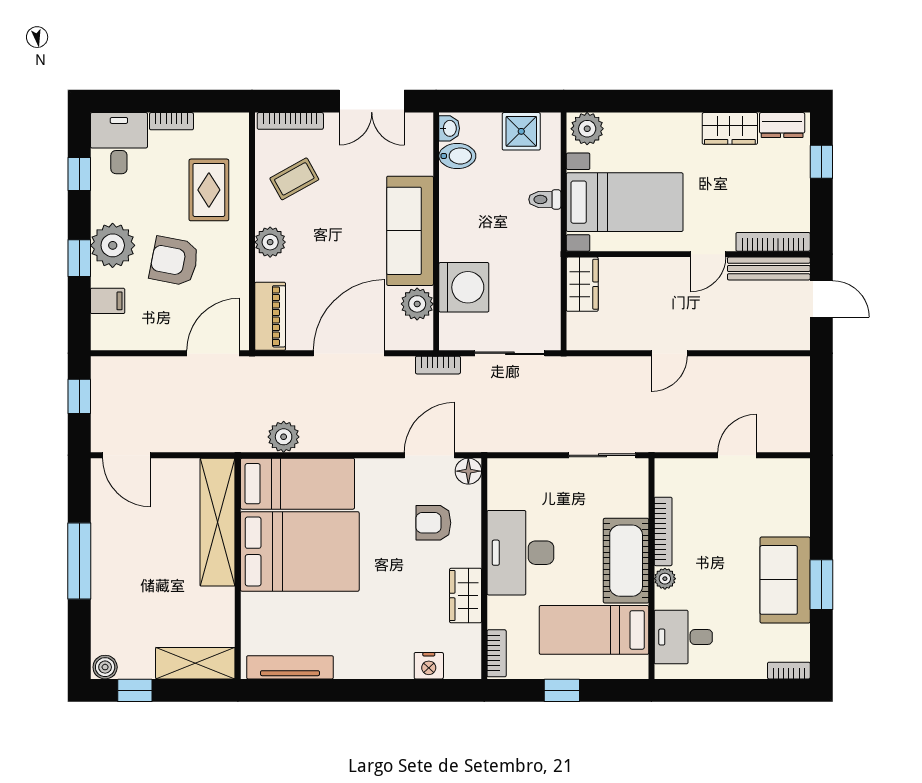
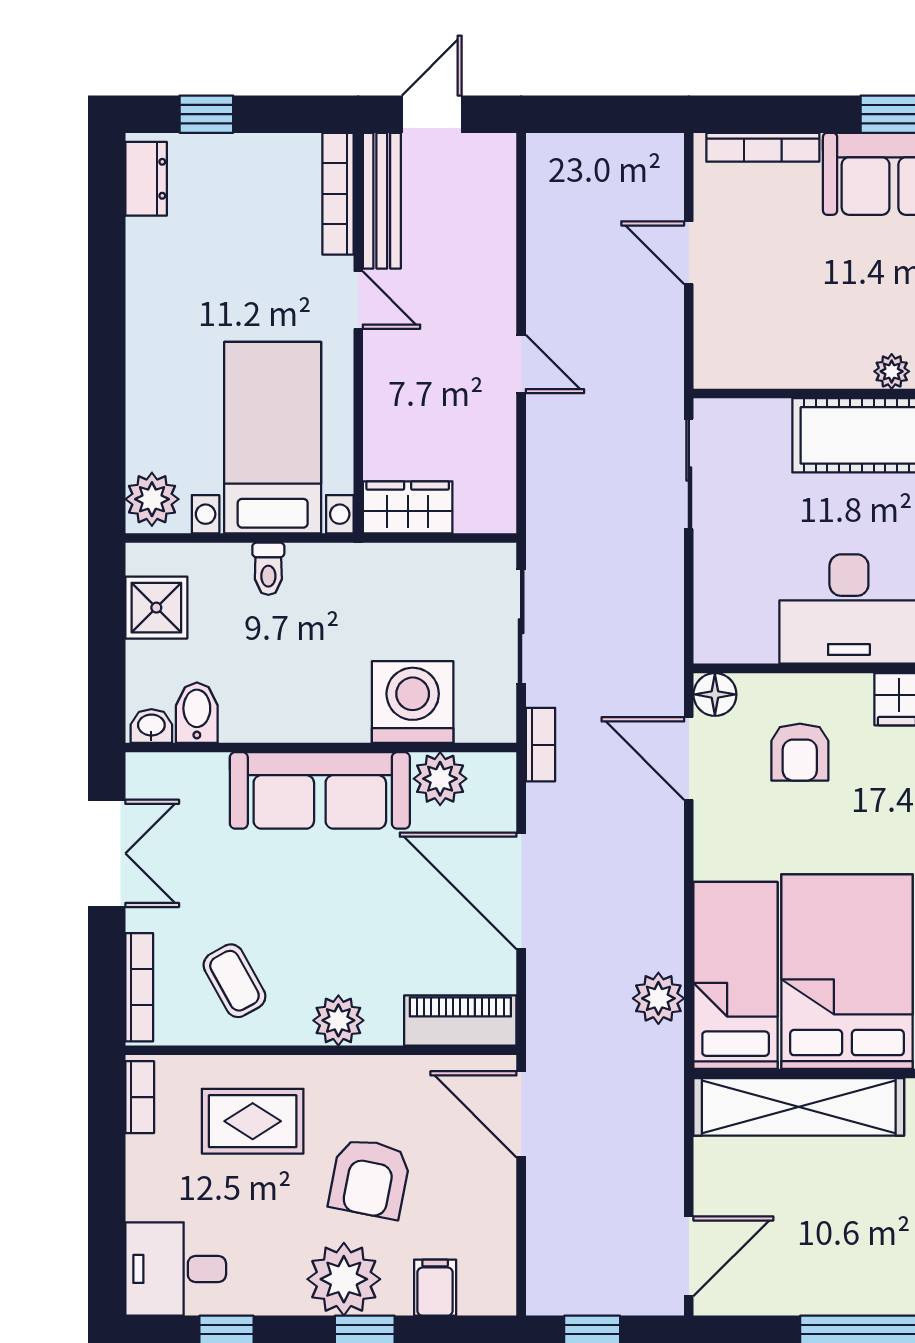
bookcase: (171, 121) -> (140, 1097), moved
wardrobe: (730, 128) -> (152, 265), removed
bookcase: (663, 531) -> (763, 147), moved, turned 180

